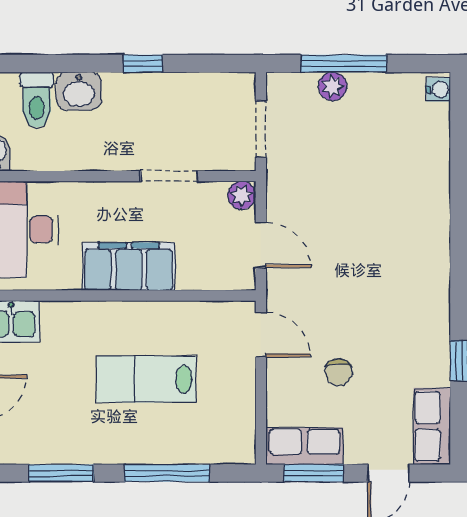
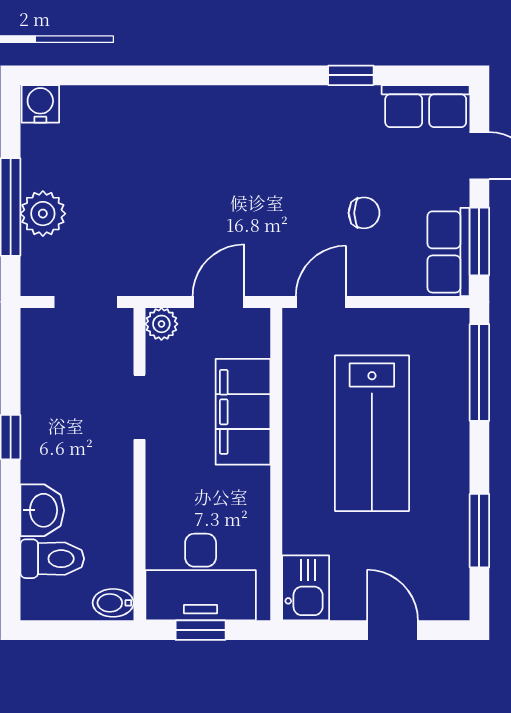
plant: (333, 86) -> (43, 214), width x1.38, depth x1.38
water cooler: (438, 90) -> (40, 104), width x1.38, depth x1.38
filing cabinet: (129, 267) -> (243, 412), moved
lab bench: (146, 379) -> (372, 433), width x1.36, depth x1.39
window: (167, 473) -> (479, 373), moved

